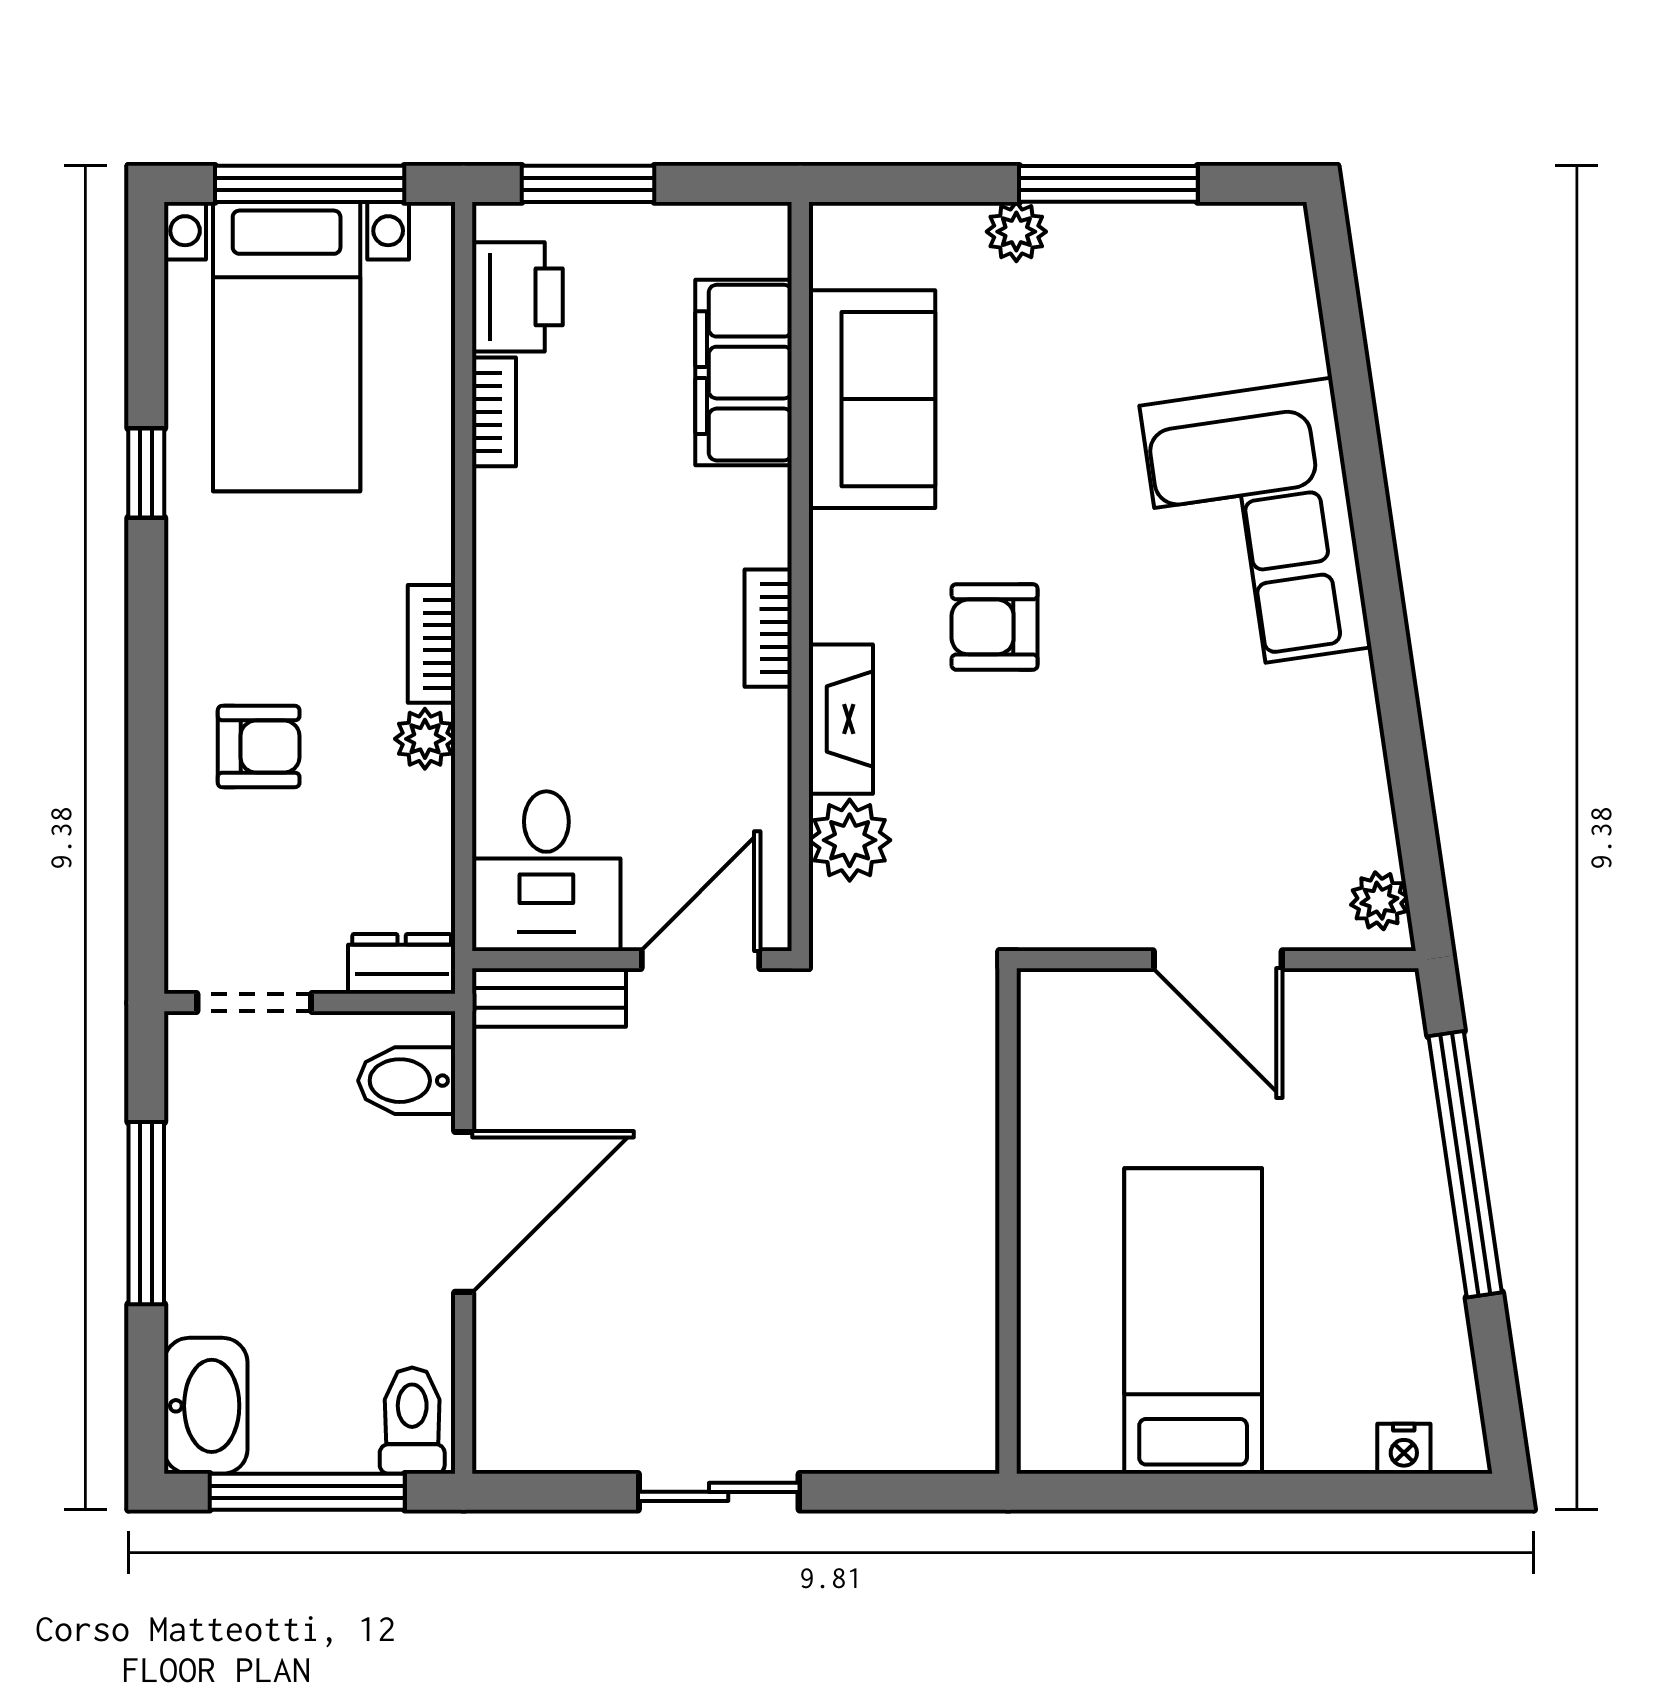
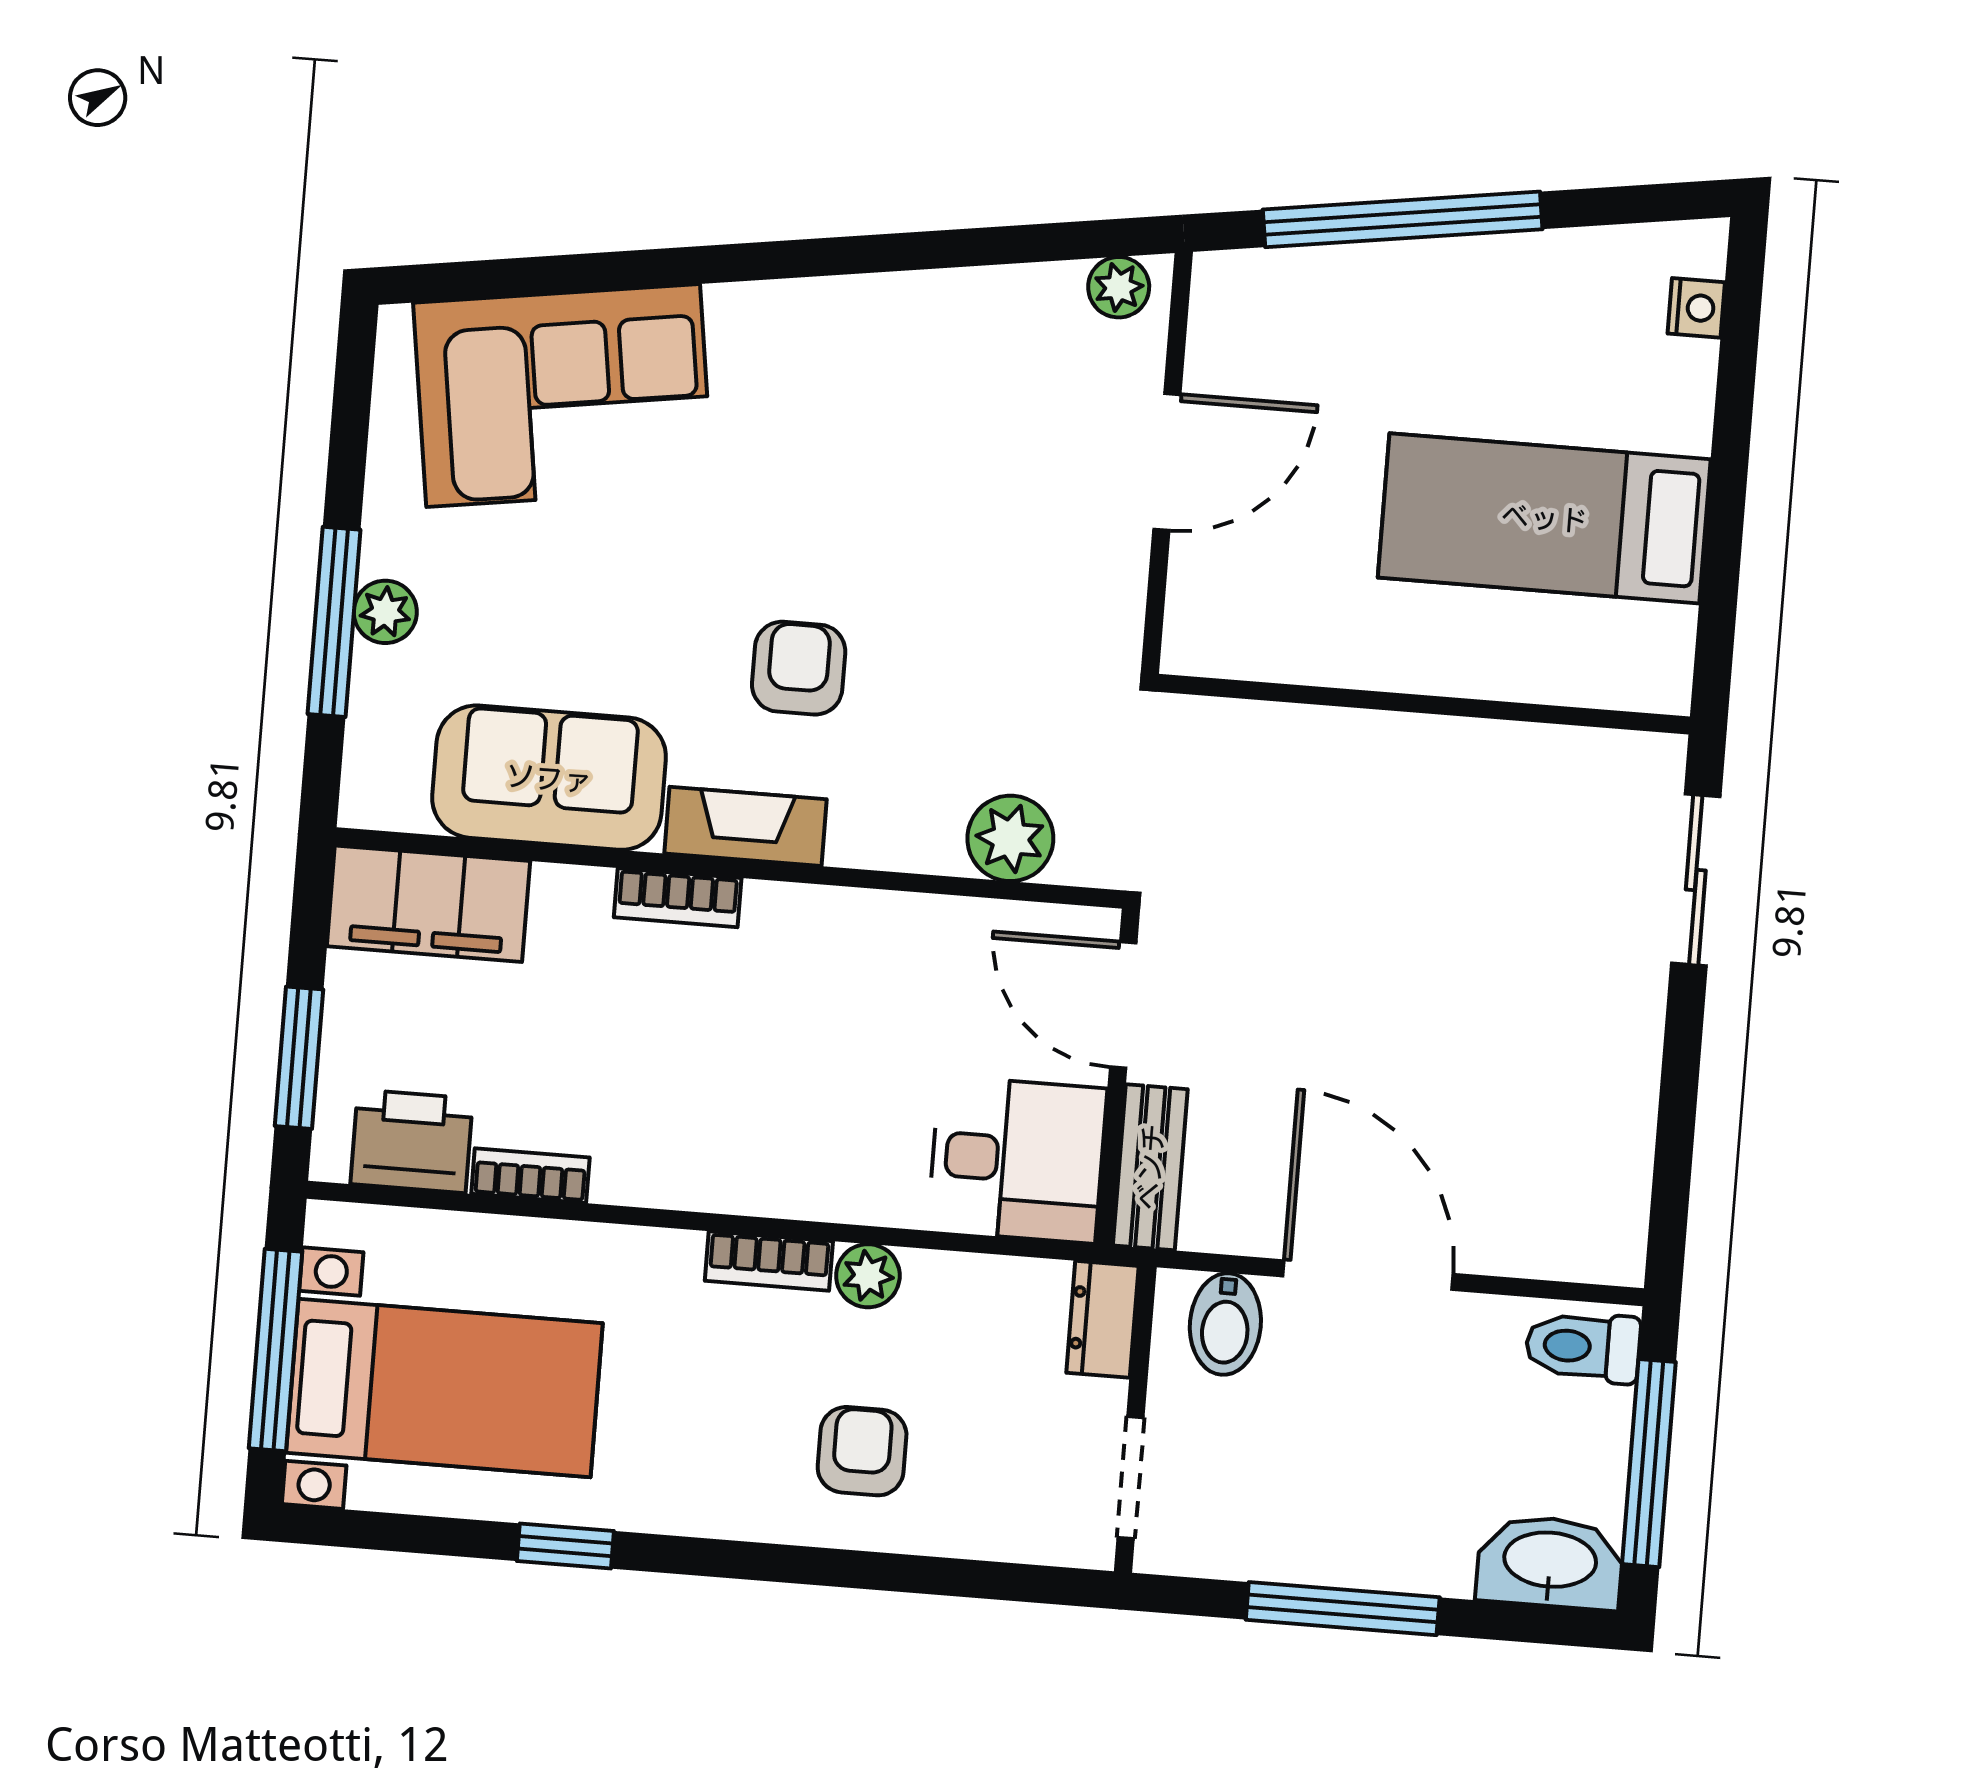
window: (1108, 184) -> (334, 622), moved
filing cabinet: (744, 373) -> (428, 904), moved
corner sofa: (1255, 527) -> (563, 396), moved
armchair: (995, 627) -> (799, 668), turned 180
bookcase: (768, 628) -> (678, 898), moved
fireplace: (841, 719) -> (745, 826), moved
sliding door: (719, 1492) -> (1696, 880), moved

